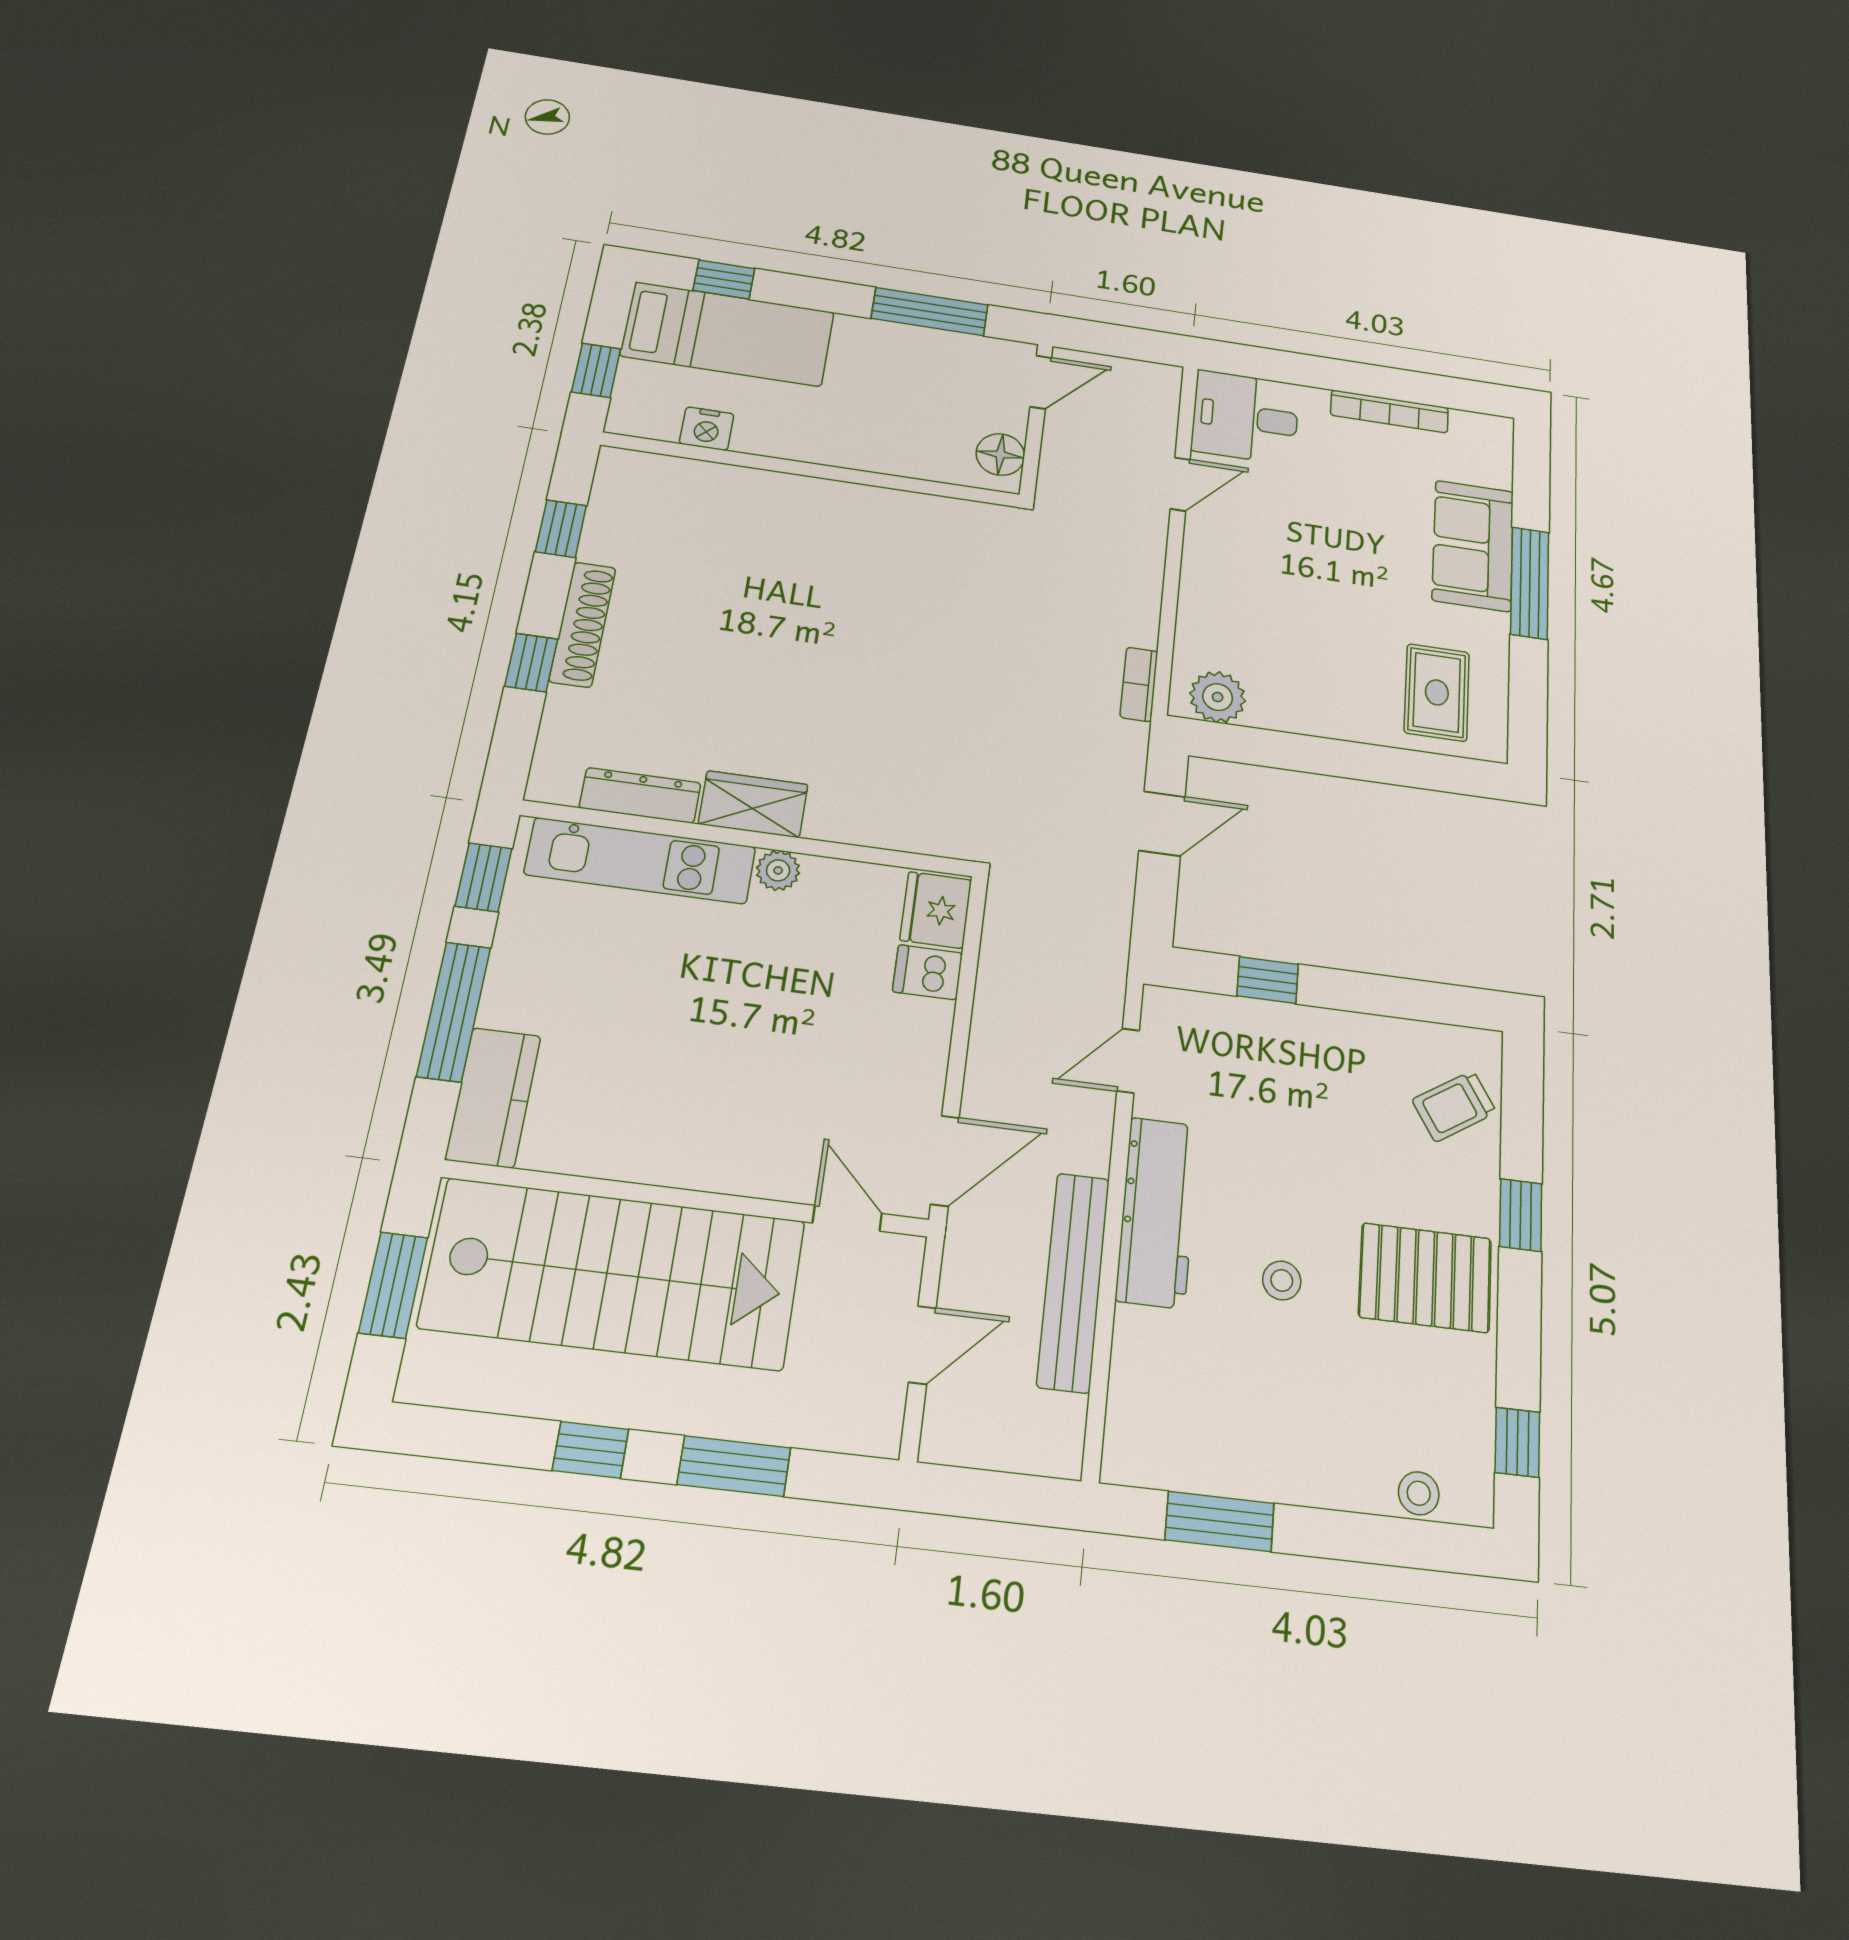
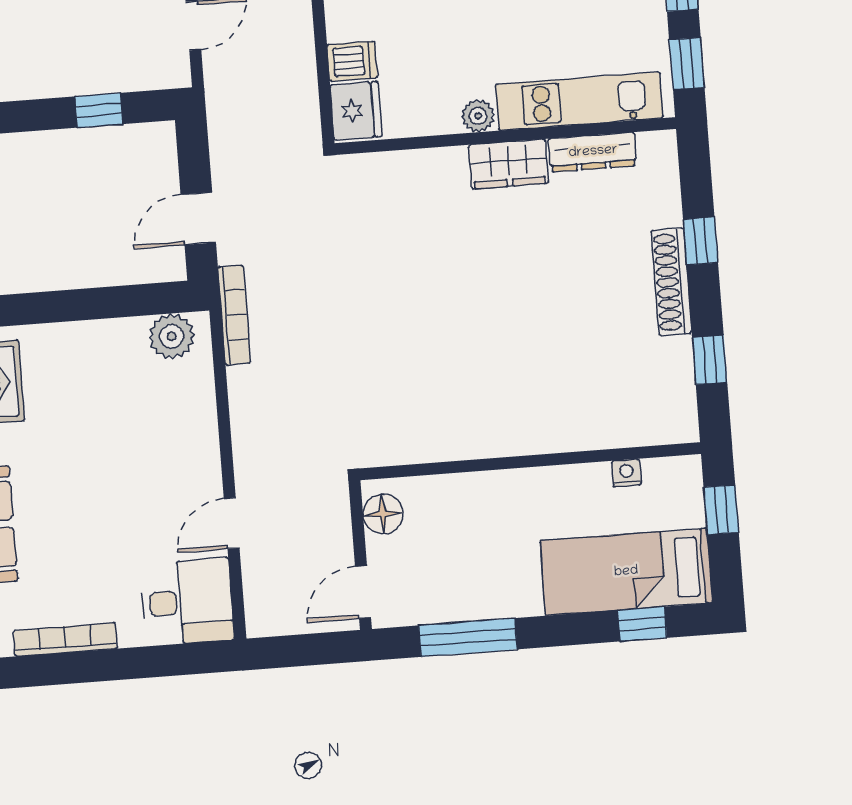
nightstand: (707, 429) -> (626, 473), width x0.72, depth x0.74
bookcase: (1139, 684) -> (234, 315), width x1.56

